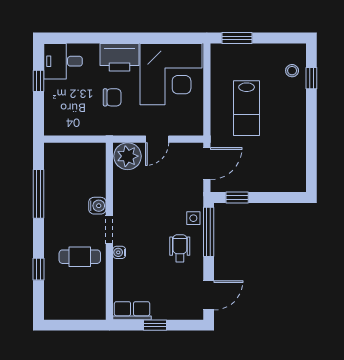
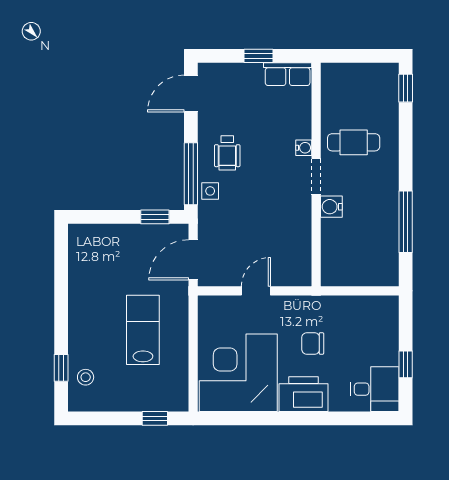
window: (237, 38) -> (155, 418), width x0.67
plant: (128, 156) -> (293, 269), removed
window: (39, 269) -> (406, 88), moved

